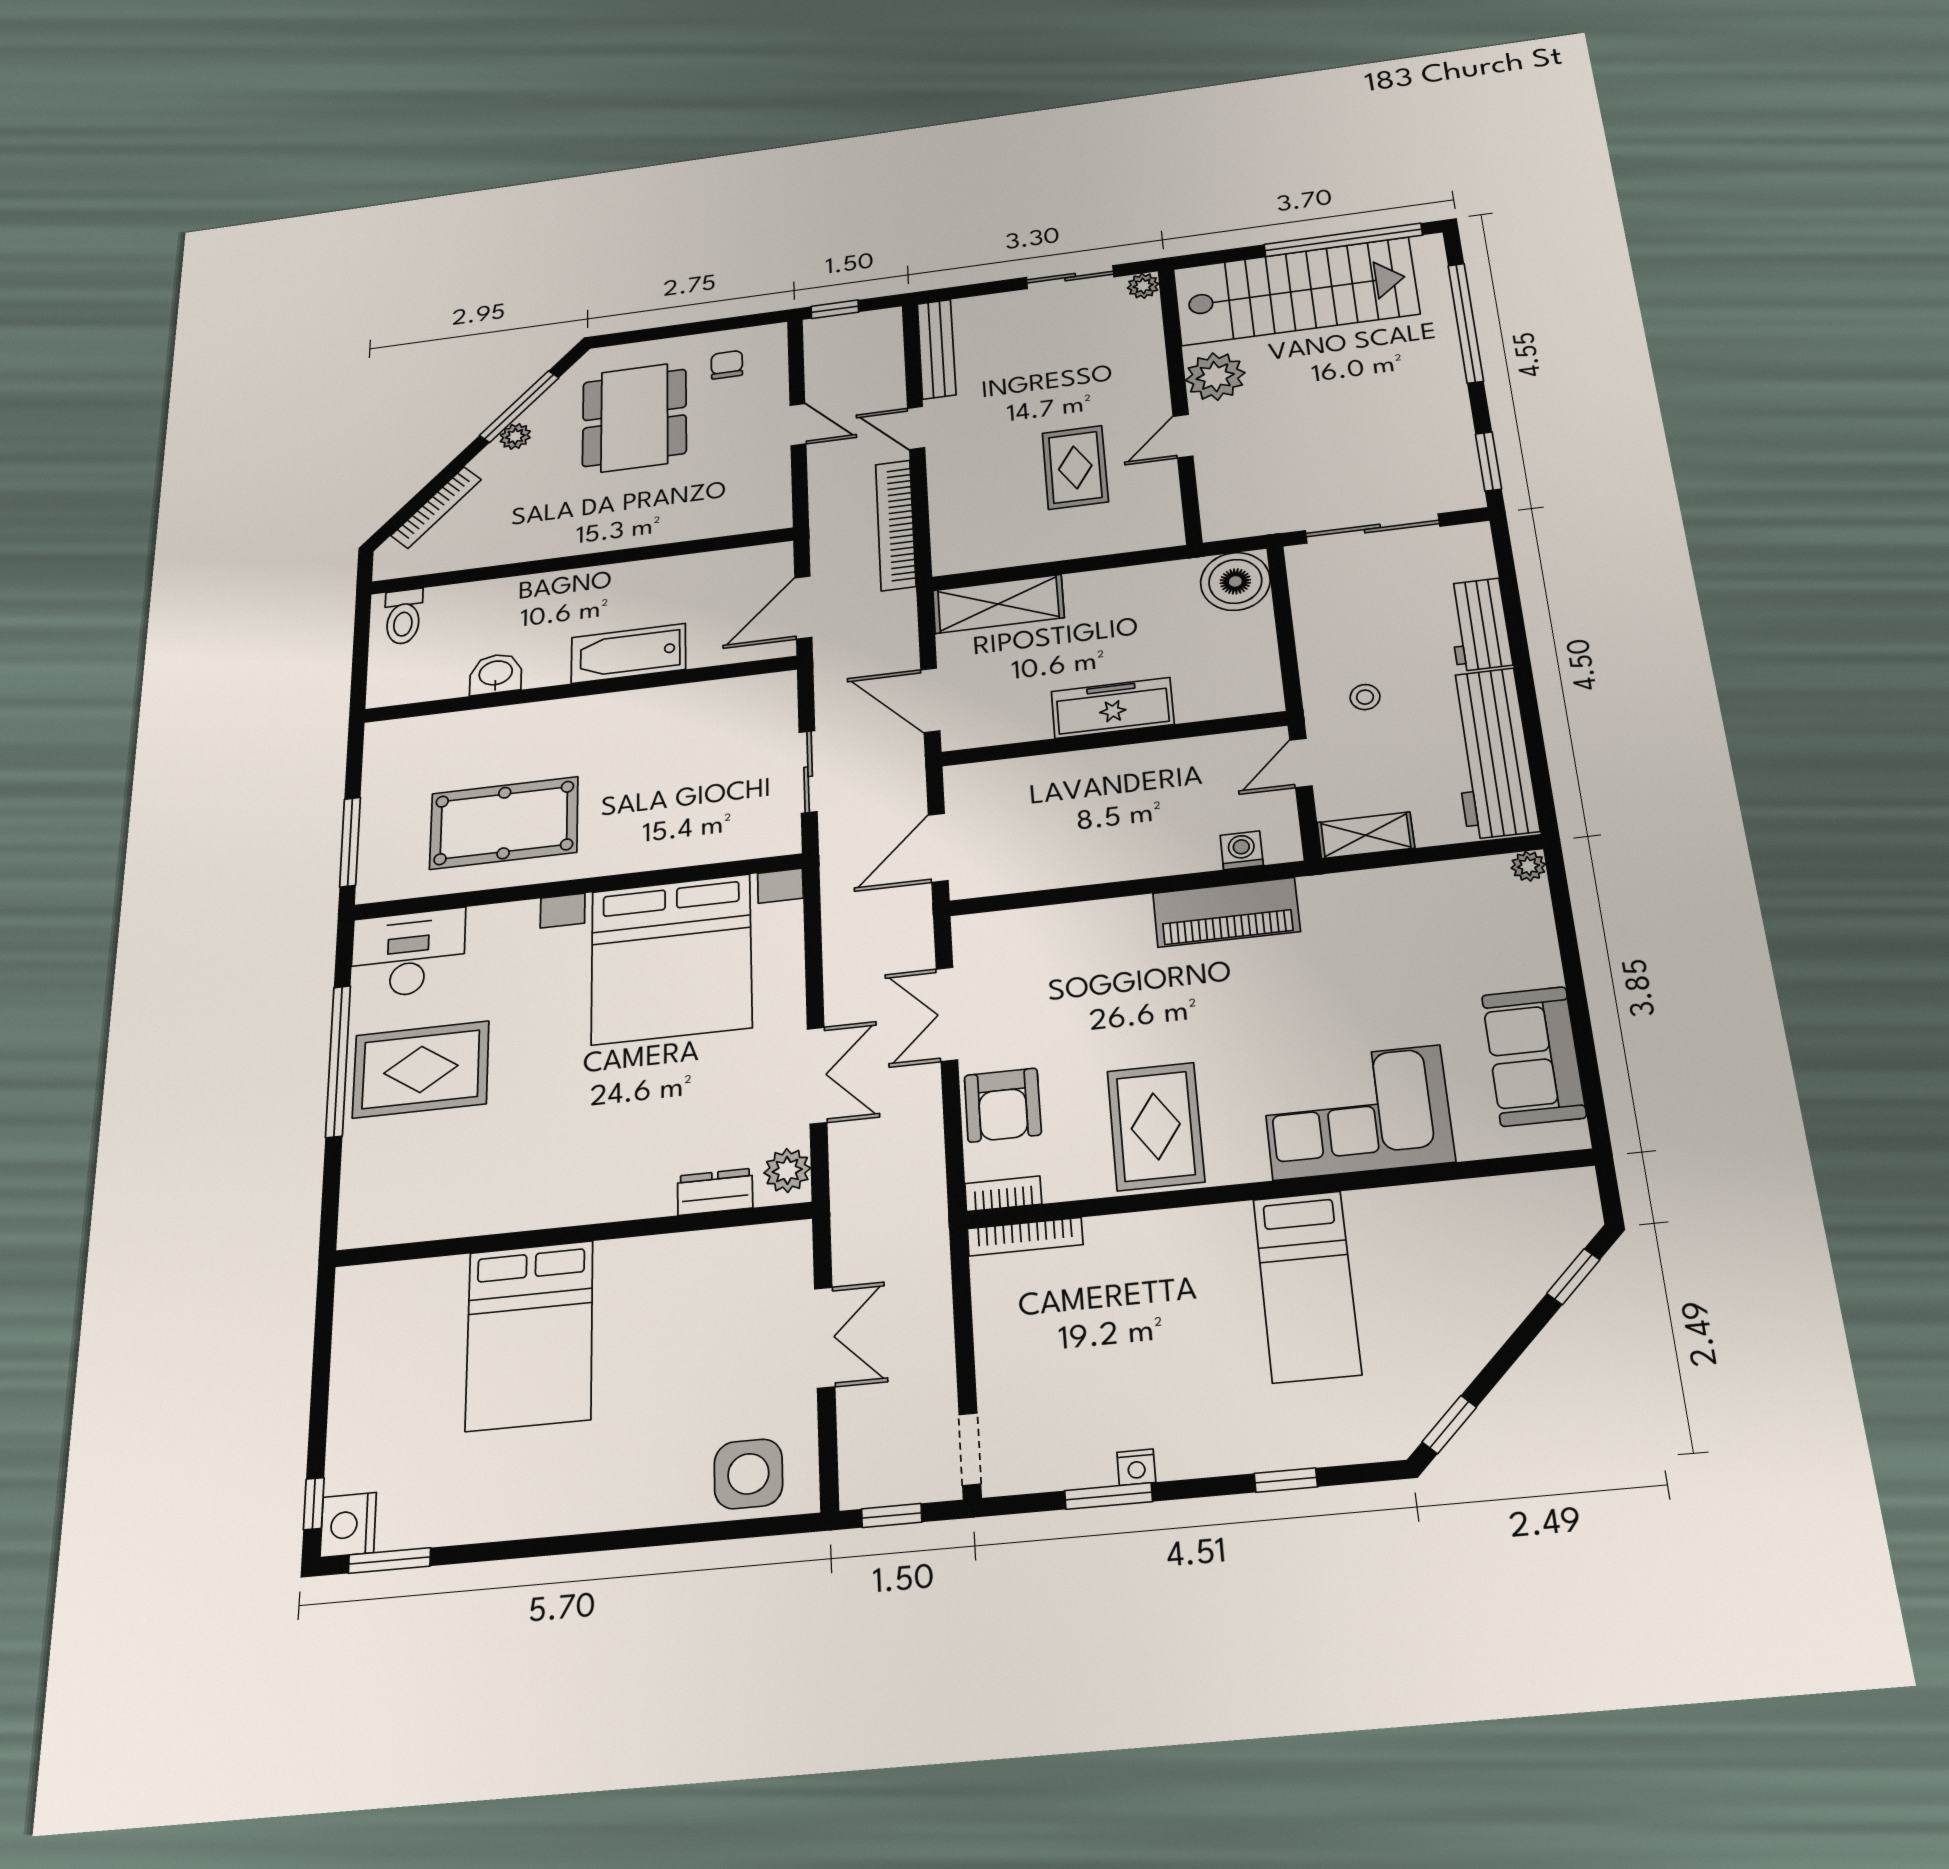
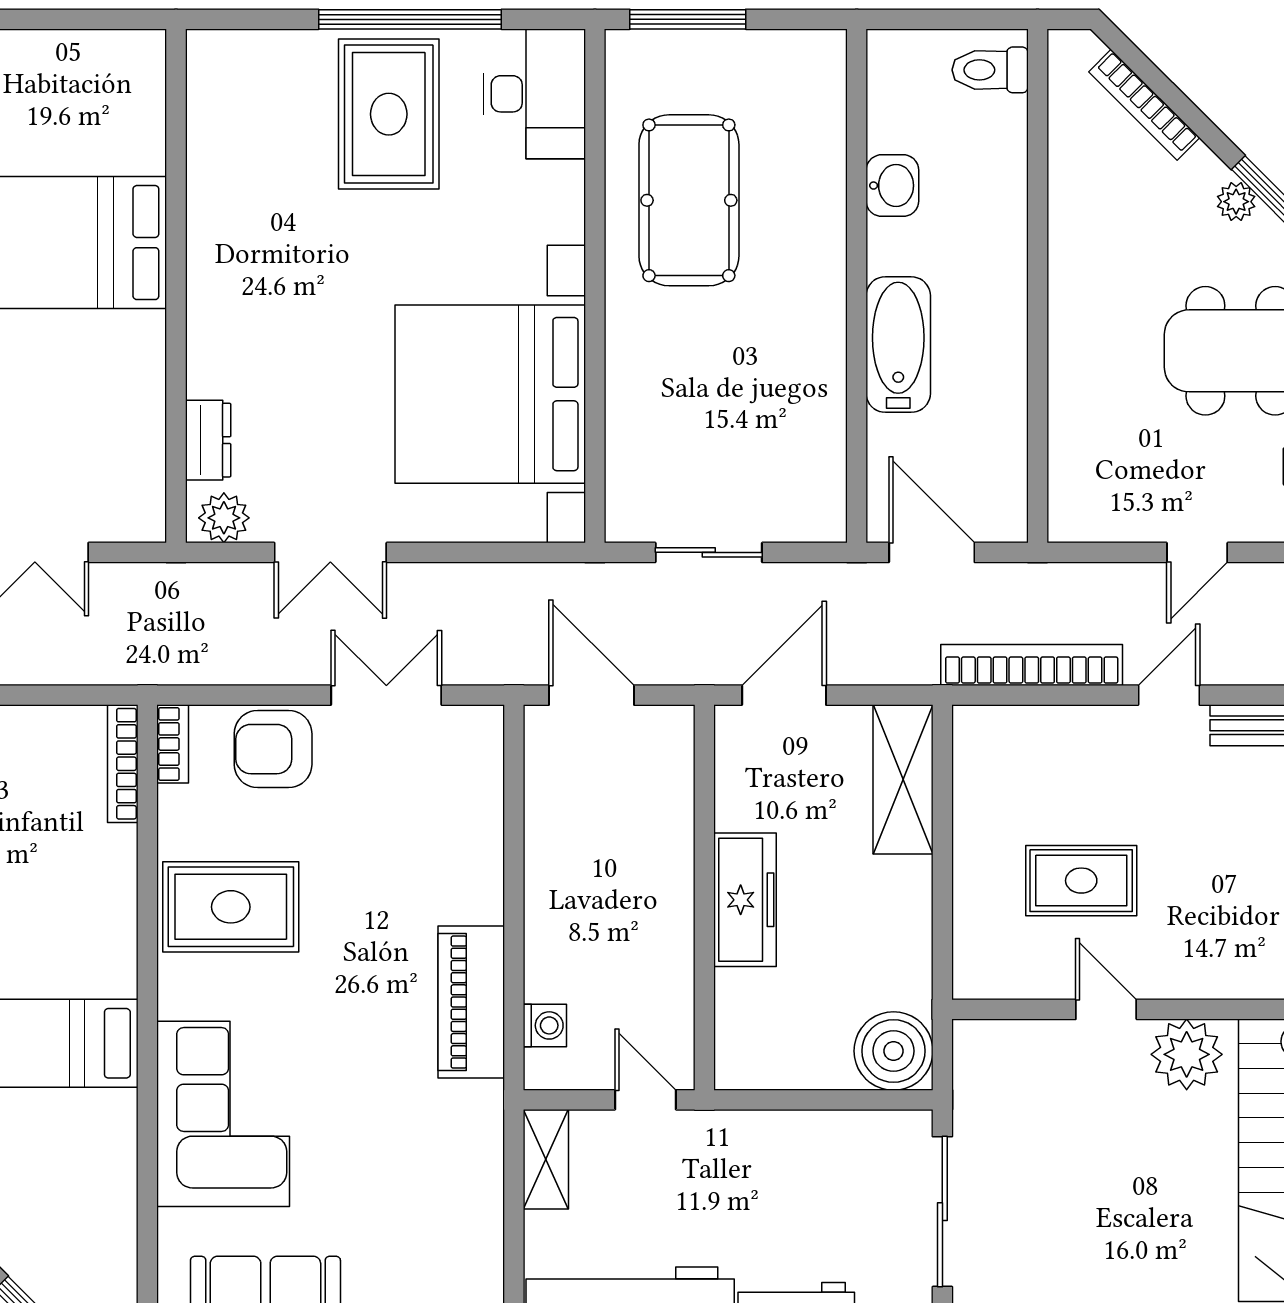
stool: (1365, 697) -> (720, 1178), removed

